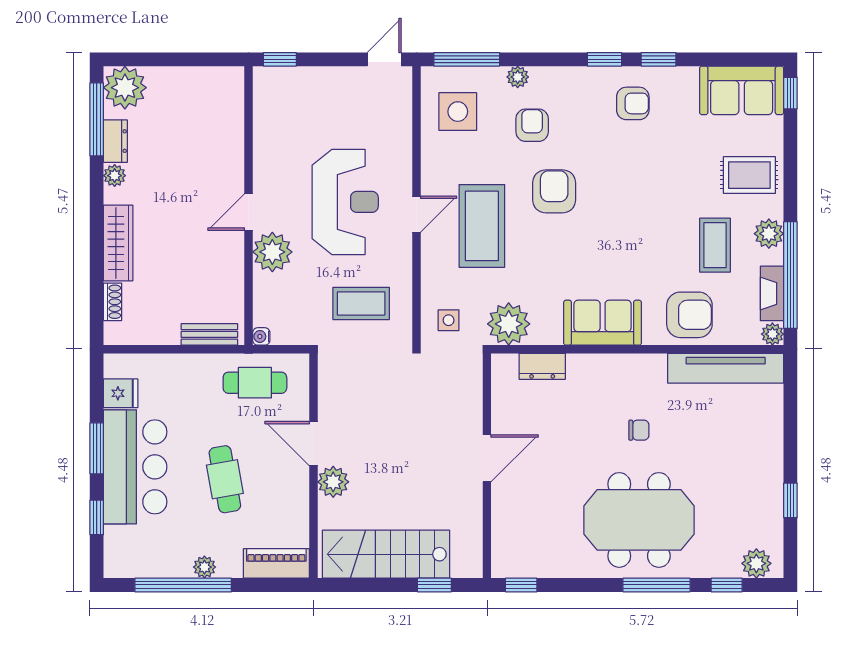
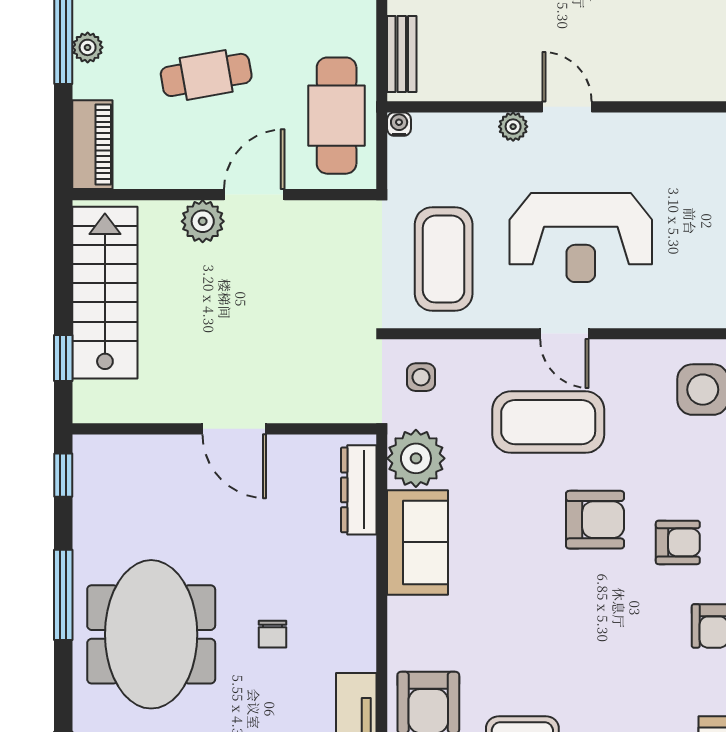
armchair: (532, 125) -> (678, 542), moved
plant: (272, 252) -> (513, 127), width x0.53, depth x0.53
coffee table: (361, 303) -> (444, 259), width x1.36, depth x1.32
sofa: (603, 323) -> (418, 542), moved
dresser: (542, 366) -> (359, 490), width x1.44
cafe table: (255, 383) -> (337, 116), width x1.37, depth x1.35
window: (656, 585) -> (63, 595), moved

